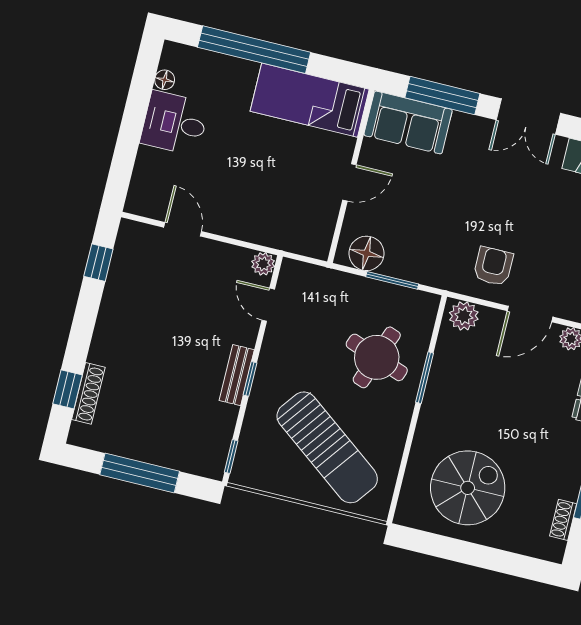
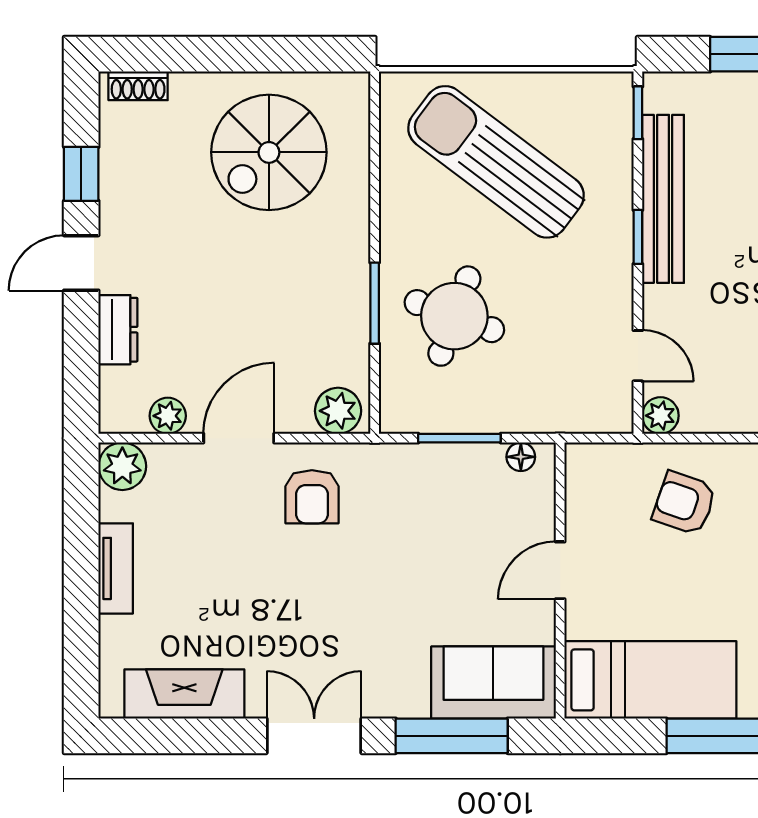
armchair: (261, 206) -> (684, 503), added
floor lamp: (367, 253) -> (521, 457), width x0.53, depth x0.53
bench: (237, 375) -> (663, 199), width x1.86, depth x1.21
shoe rack: (563, 520) -> (138, 86), moved, turned 90

